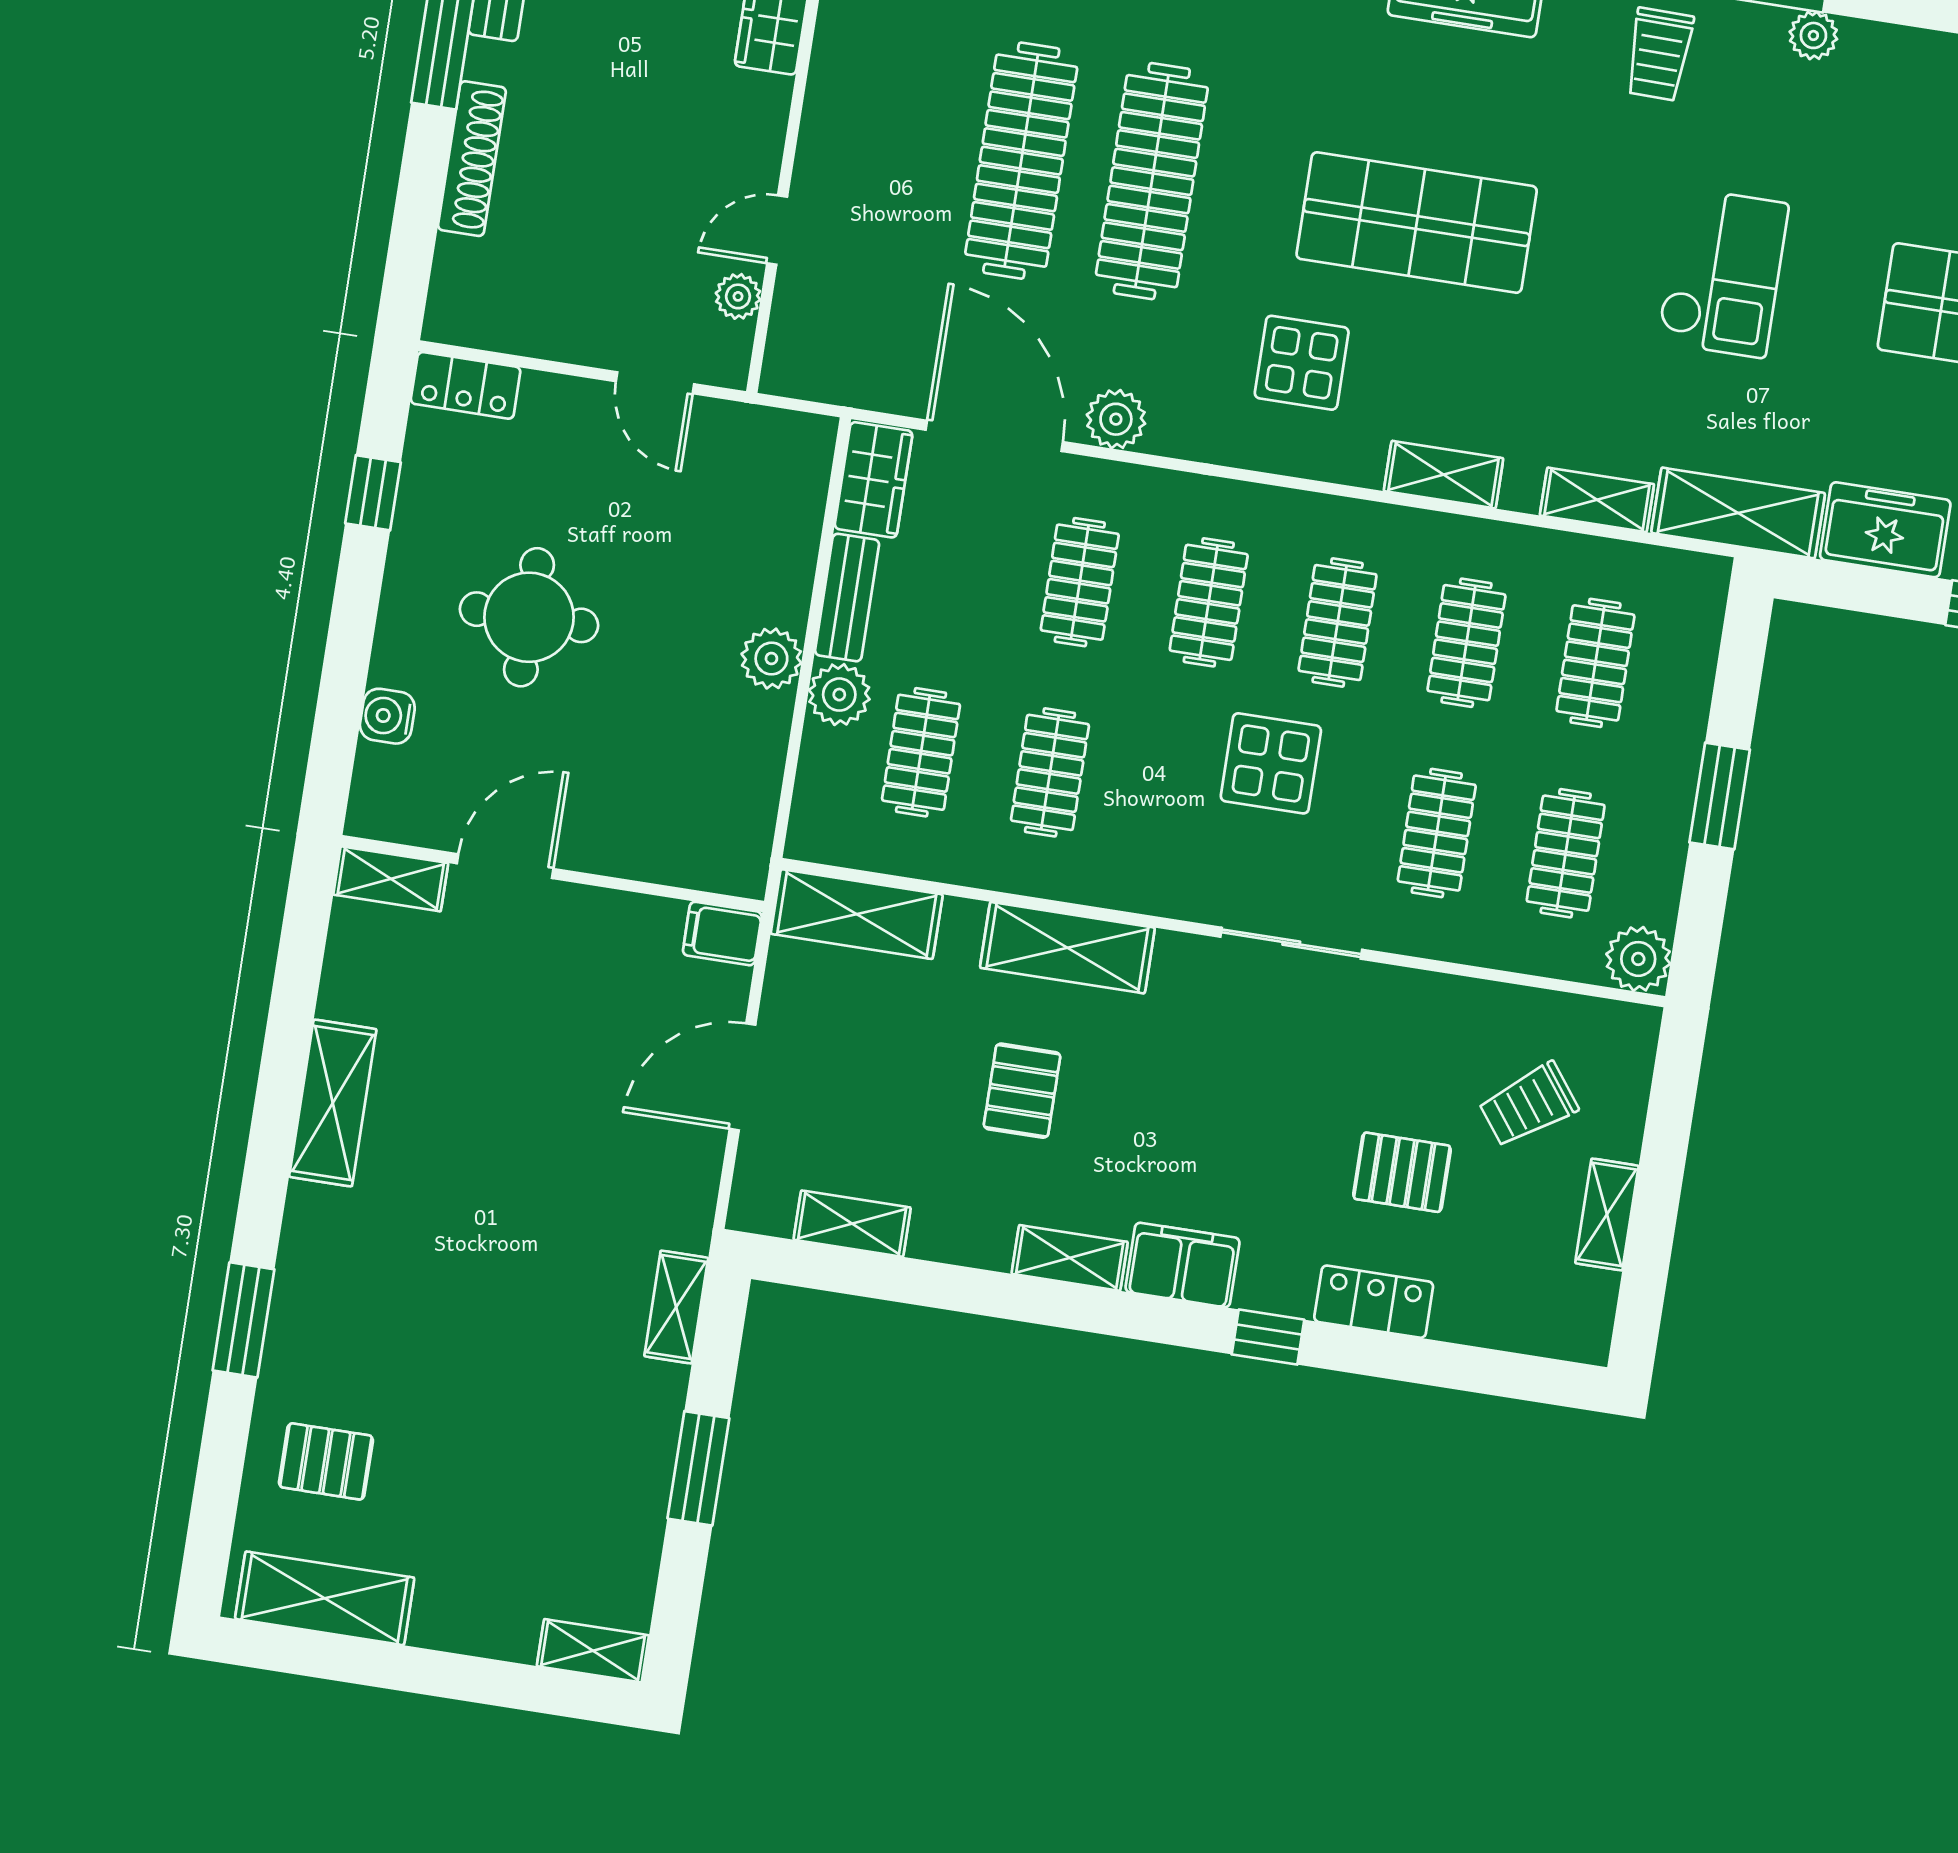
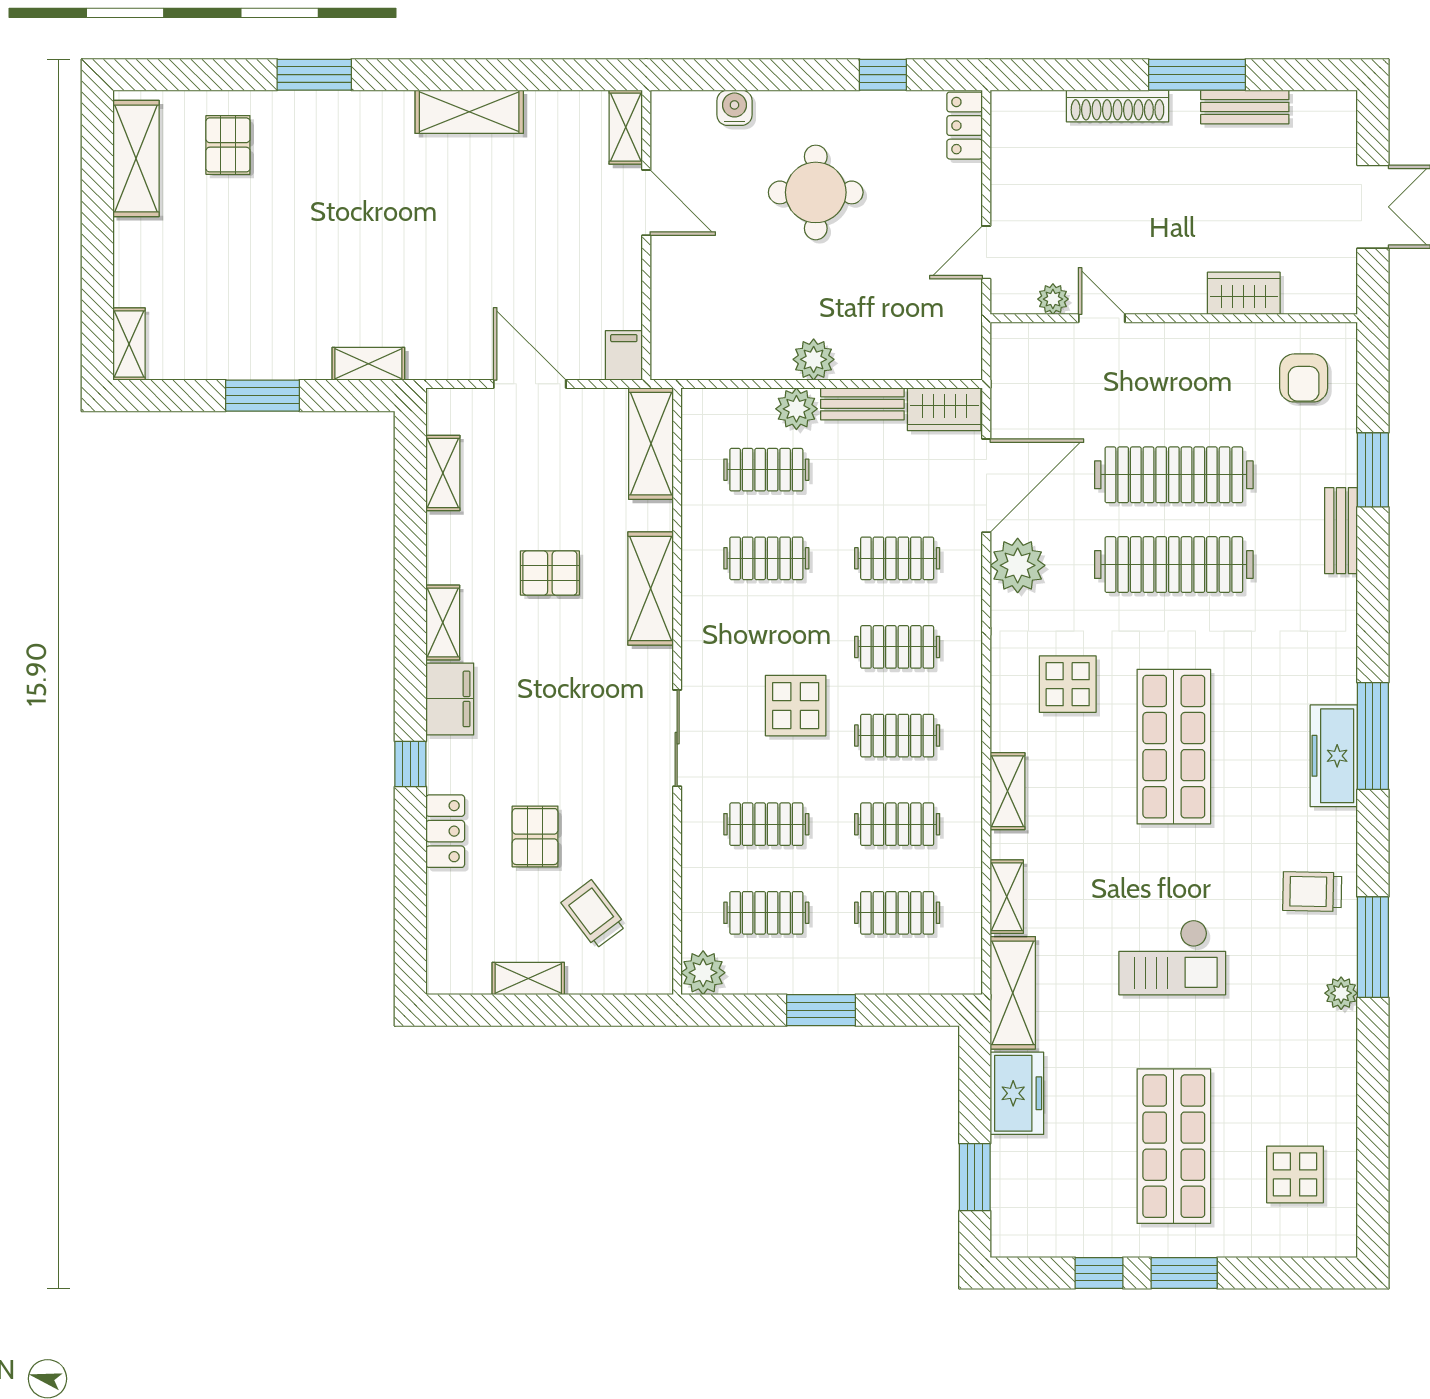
plant: (1116, 419) -> (1018, 565), width x1.36, depth x1.36

